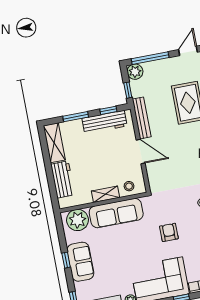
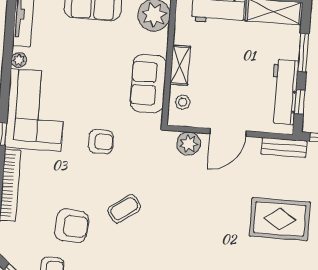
bench: (142, 118) -> (284, 147), width x0.73
plant: (155, 175) -> (189, 144), added
sofa: (116, 213) -> (148, 84), width x0.73

